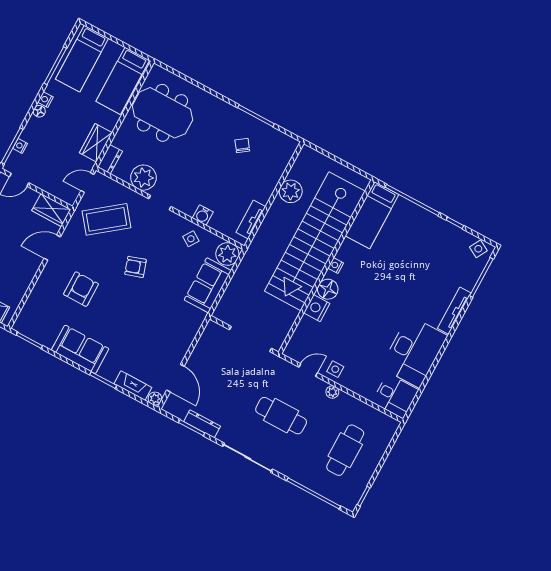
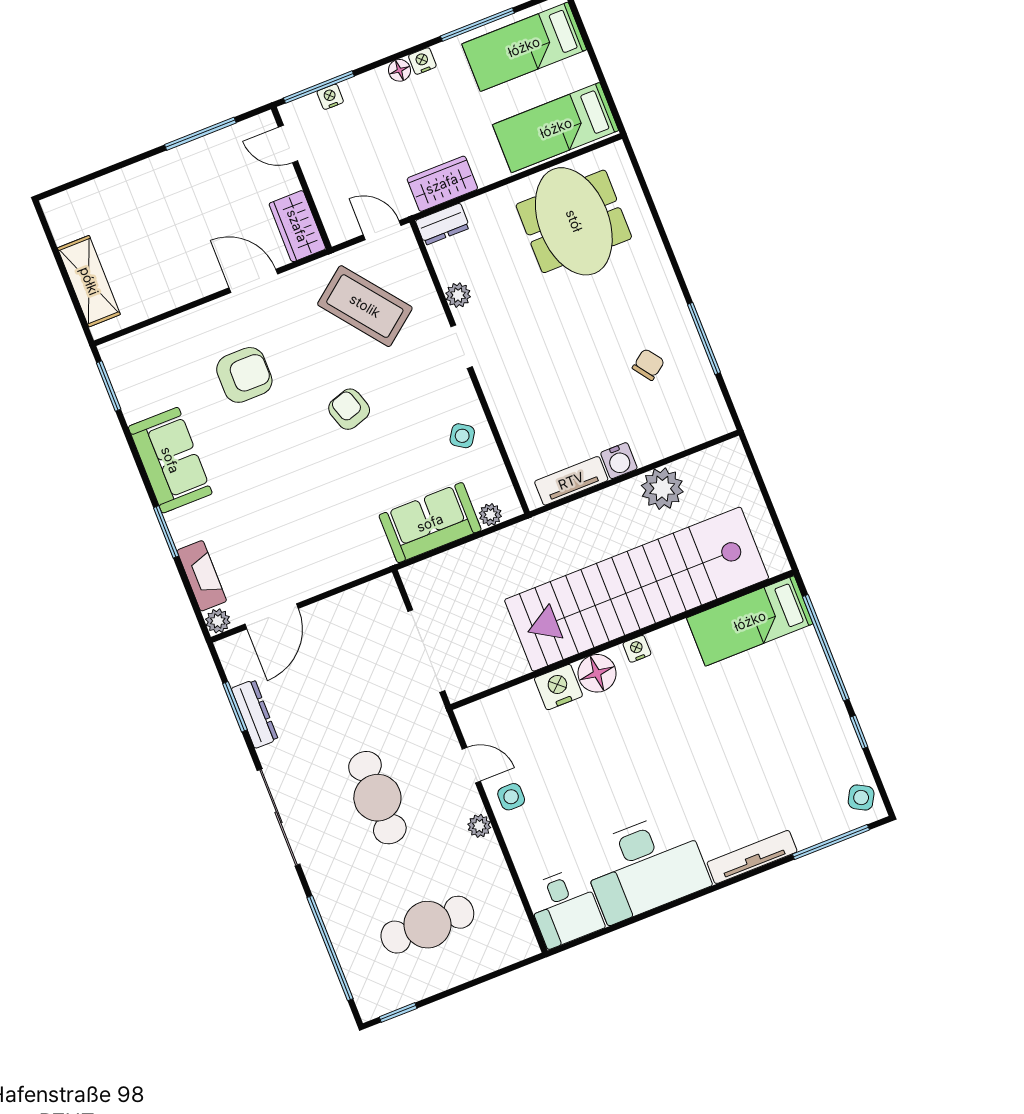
plant: (144, 178) -> (458, 295), width x0.53, depth x0.53
water cooler: (203, 215) -> (619, 461), moved, turned -90
plant: (227, 254) -> (490, 515), width x0.53, depth x0.53

